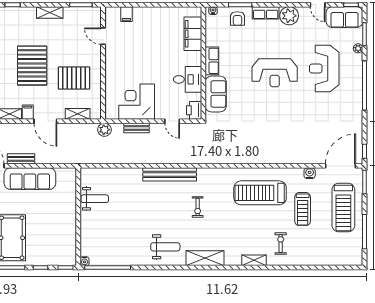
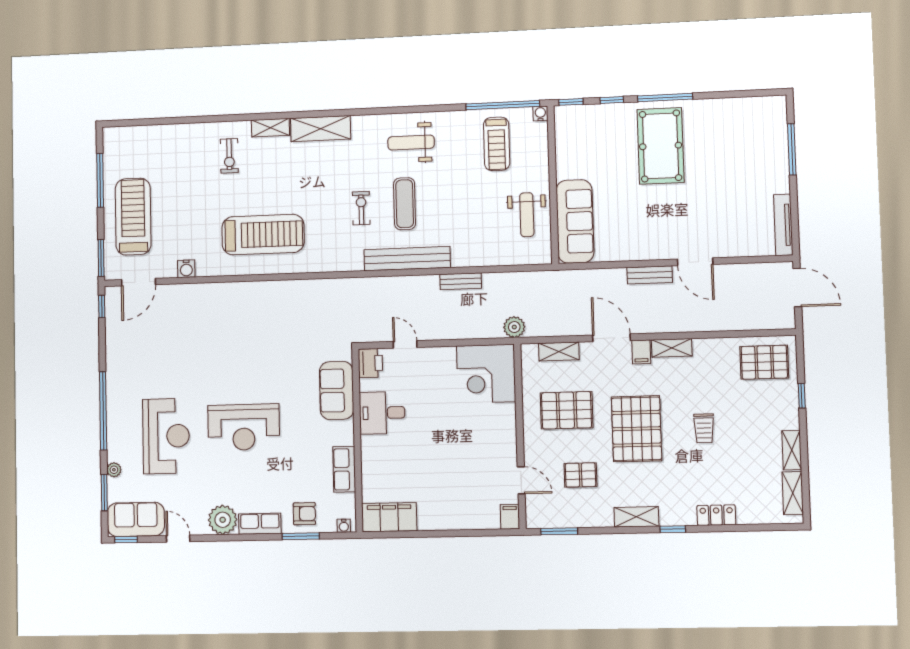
shelving: (50, 12) -> (636, 517), moved
filing cabinet: (126, 14) -> (510, 517), moved
armchair: (237, 18) -> (304, 514), turned 90
filing cabinet: (193, 34) -> (389, 517), moved, turned -90
pallet: (67, 38) -> (580, 475), added
row of seats: (212, 61) -> (344, 469), moved
reception desk: (275, 73) -> (244, 427), turned 180
corner desk: (137, 102) -> (486, 374), moved, turned 90
bench: (136, 128) -> (461, 281), moved
door: (341, 166) -> (138, 282), width x0.73
sofa: (30, 179) -> (575, 221), moved, turned 90
weight bench: (95, 199) -> (527, 215), turned -90
exercise mat: (170, 209) -> (405, 204), added
treadmill: (303, 209) -> (497, 144), moved, turned 180
shelving: (205, 258) -> (321, 129), moved

